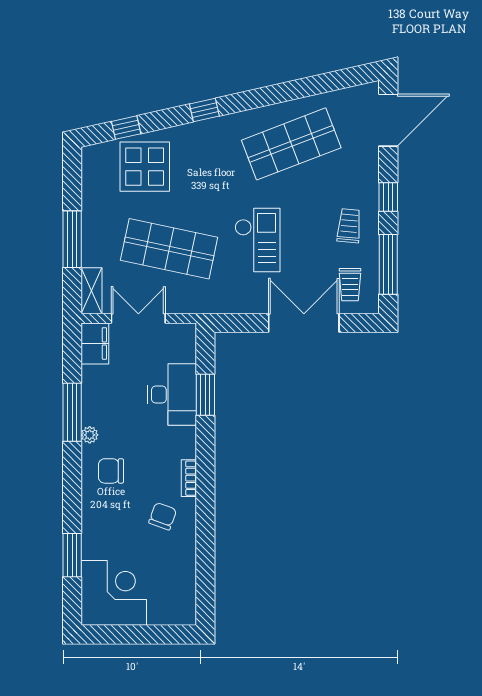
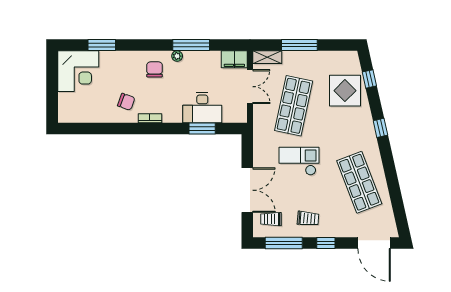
checkout: (258, 240) -> (299, 161), turned 180

